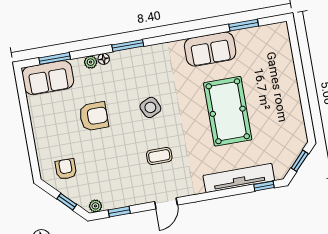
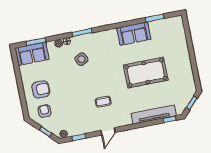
side table: (150, 107) -> (82, 59), moved
pool table: (228, 111) -> (146, 73), turned 90
armchair: (94, 116) -> (41, 89), moved

